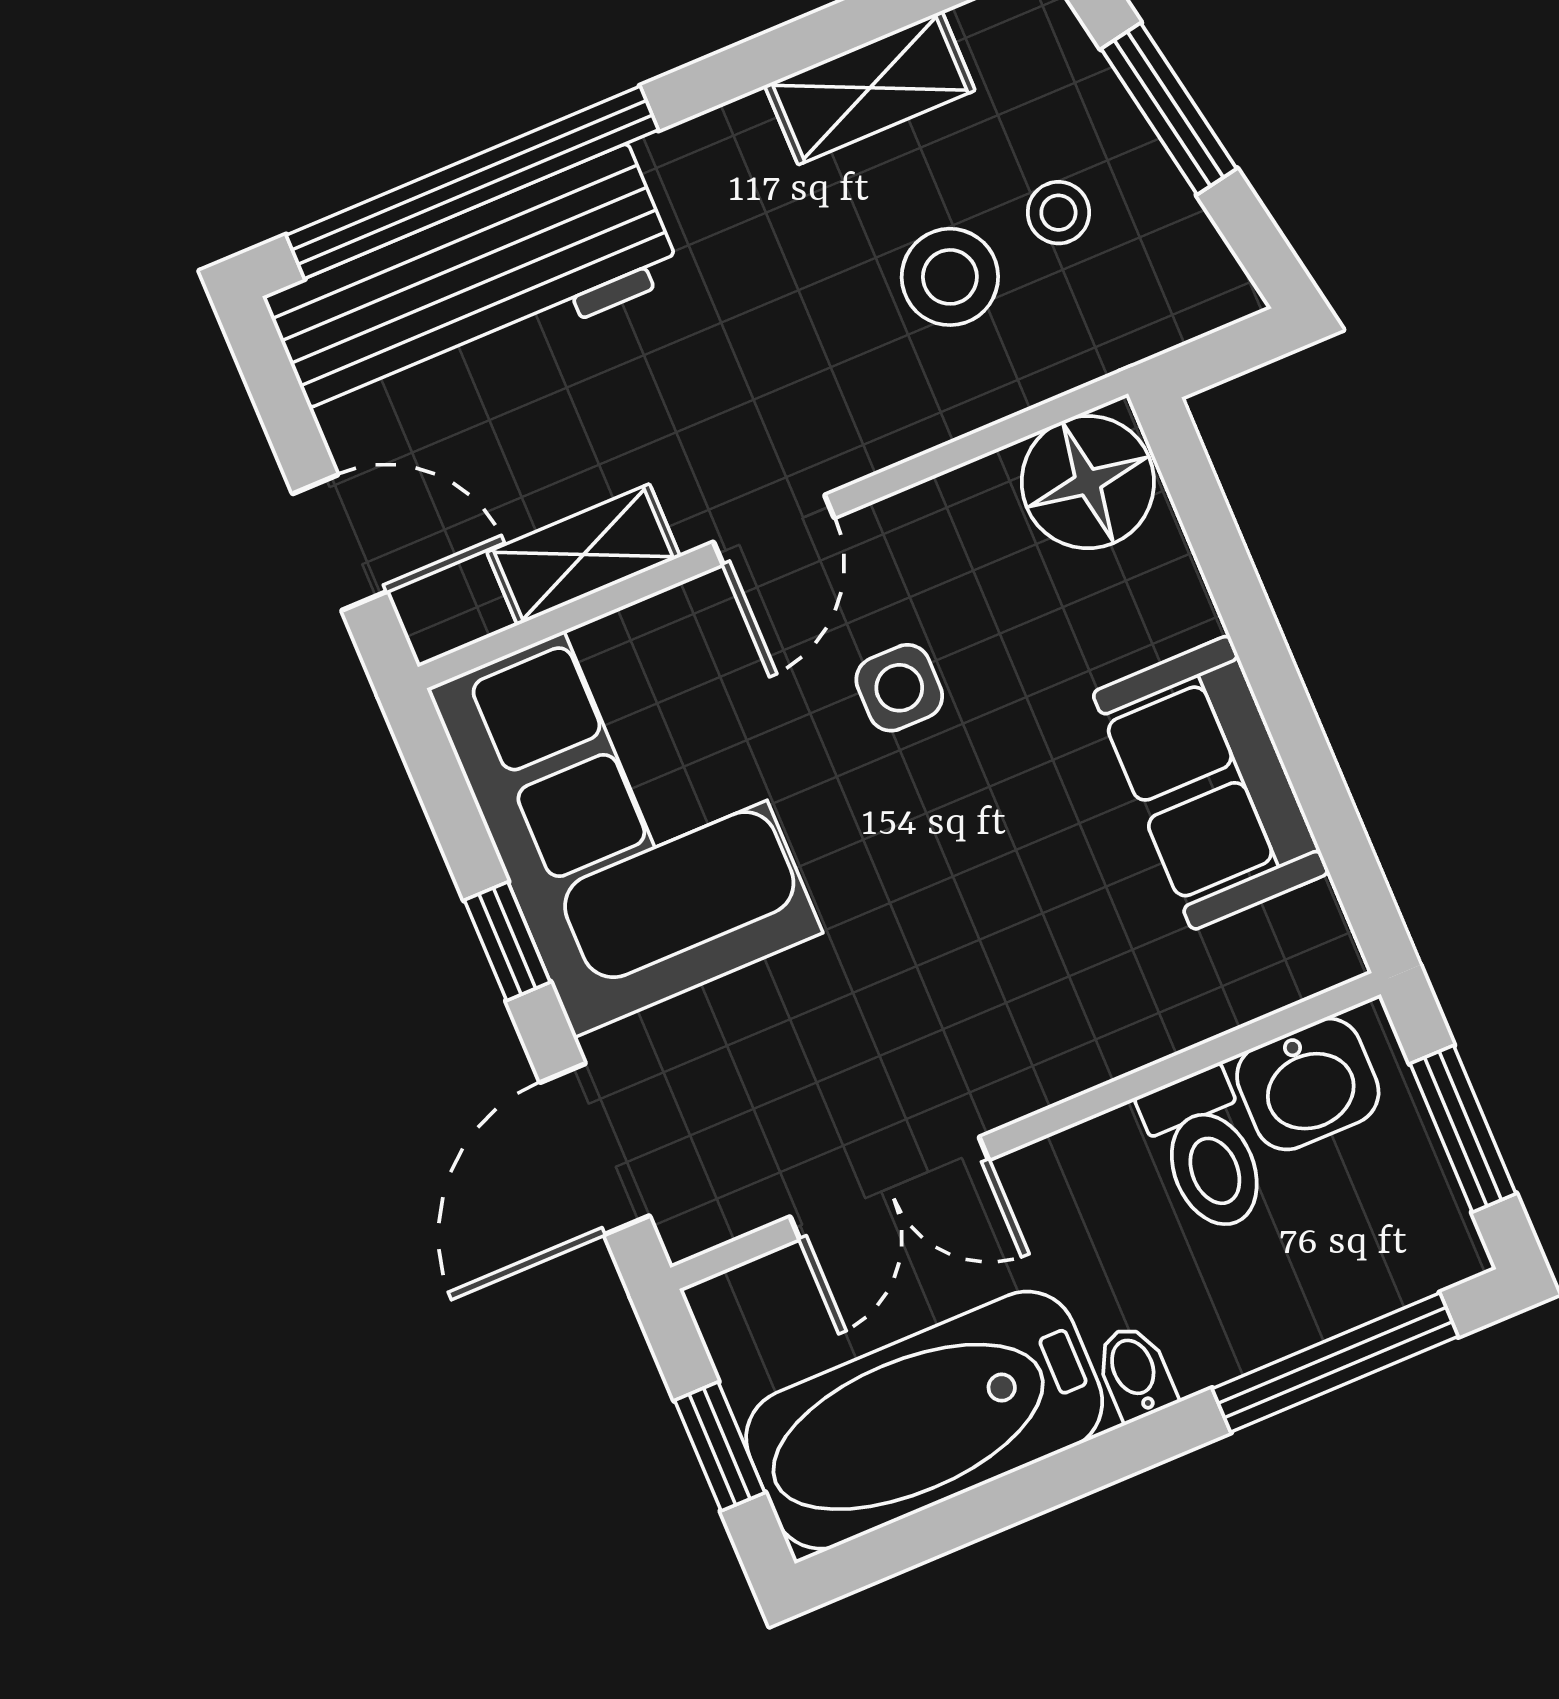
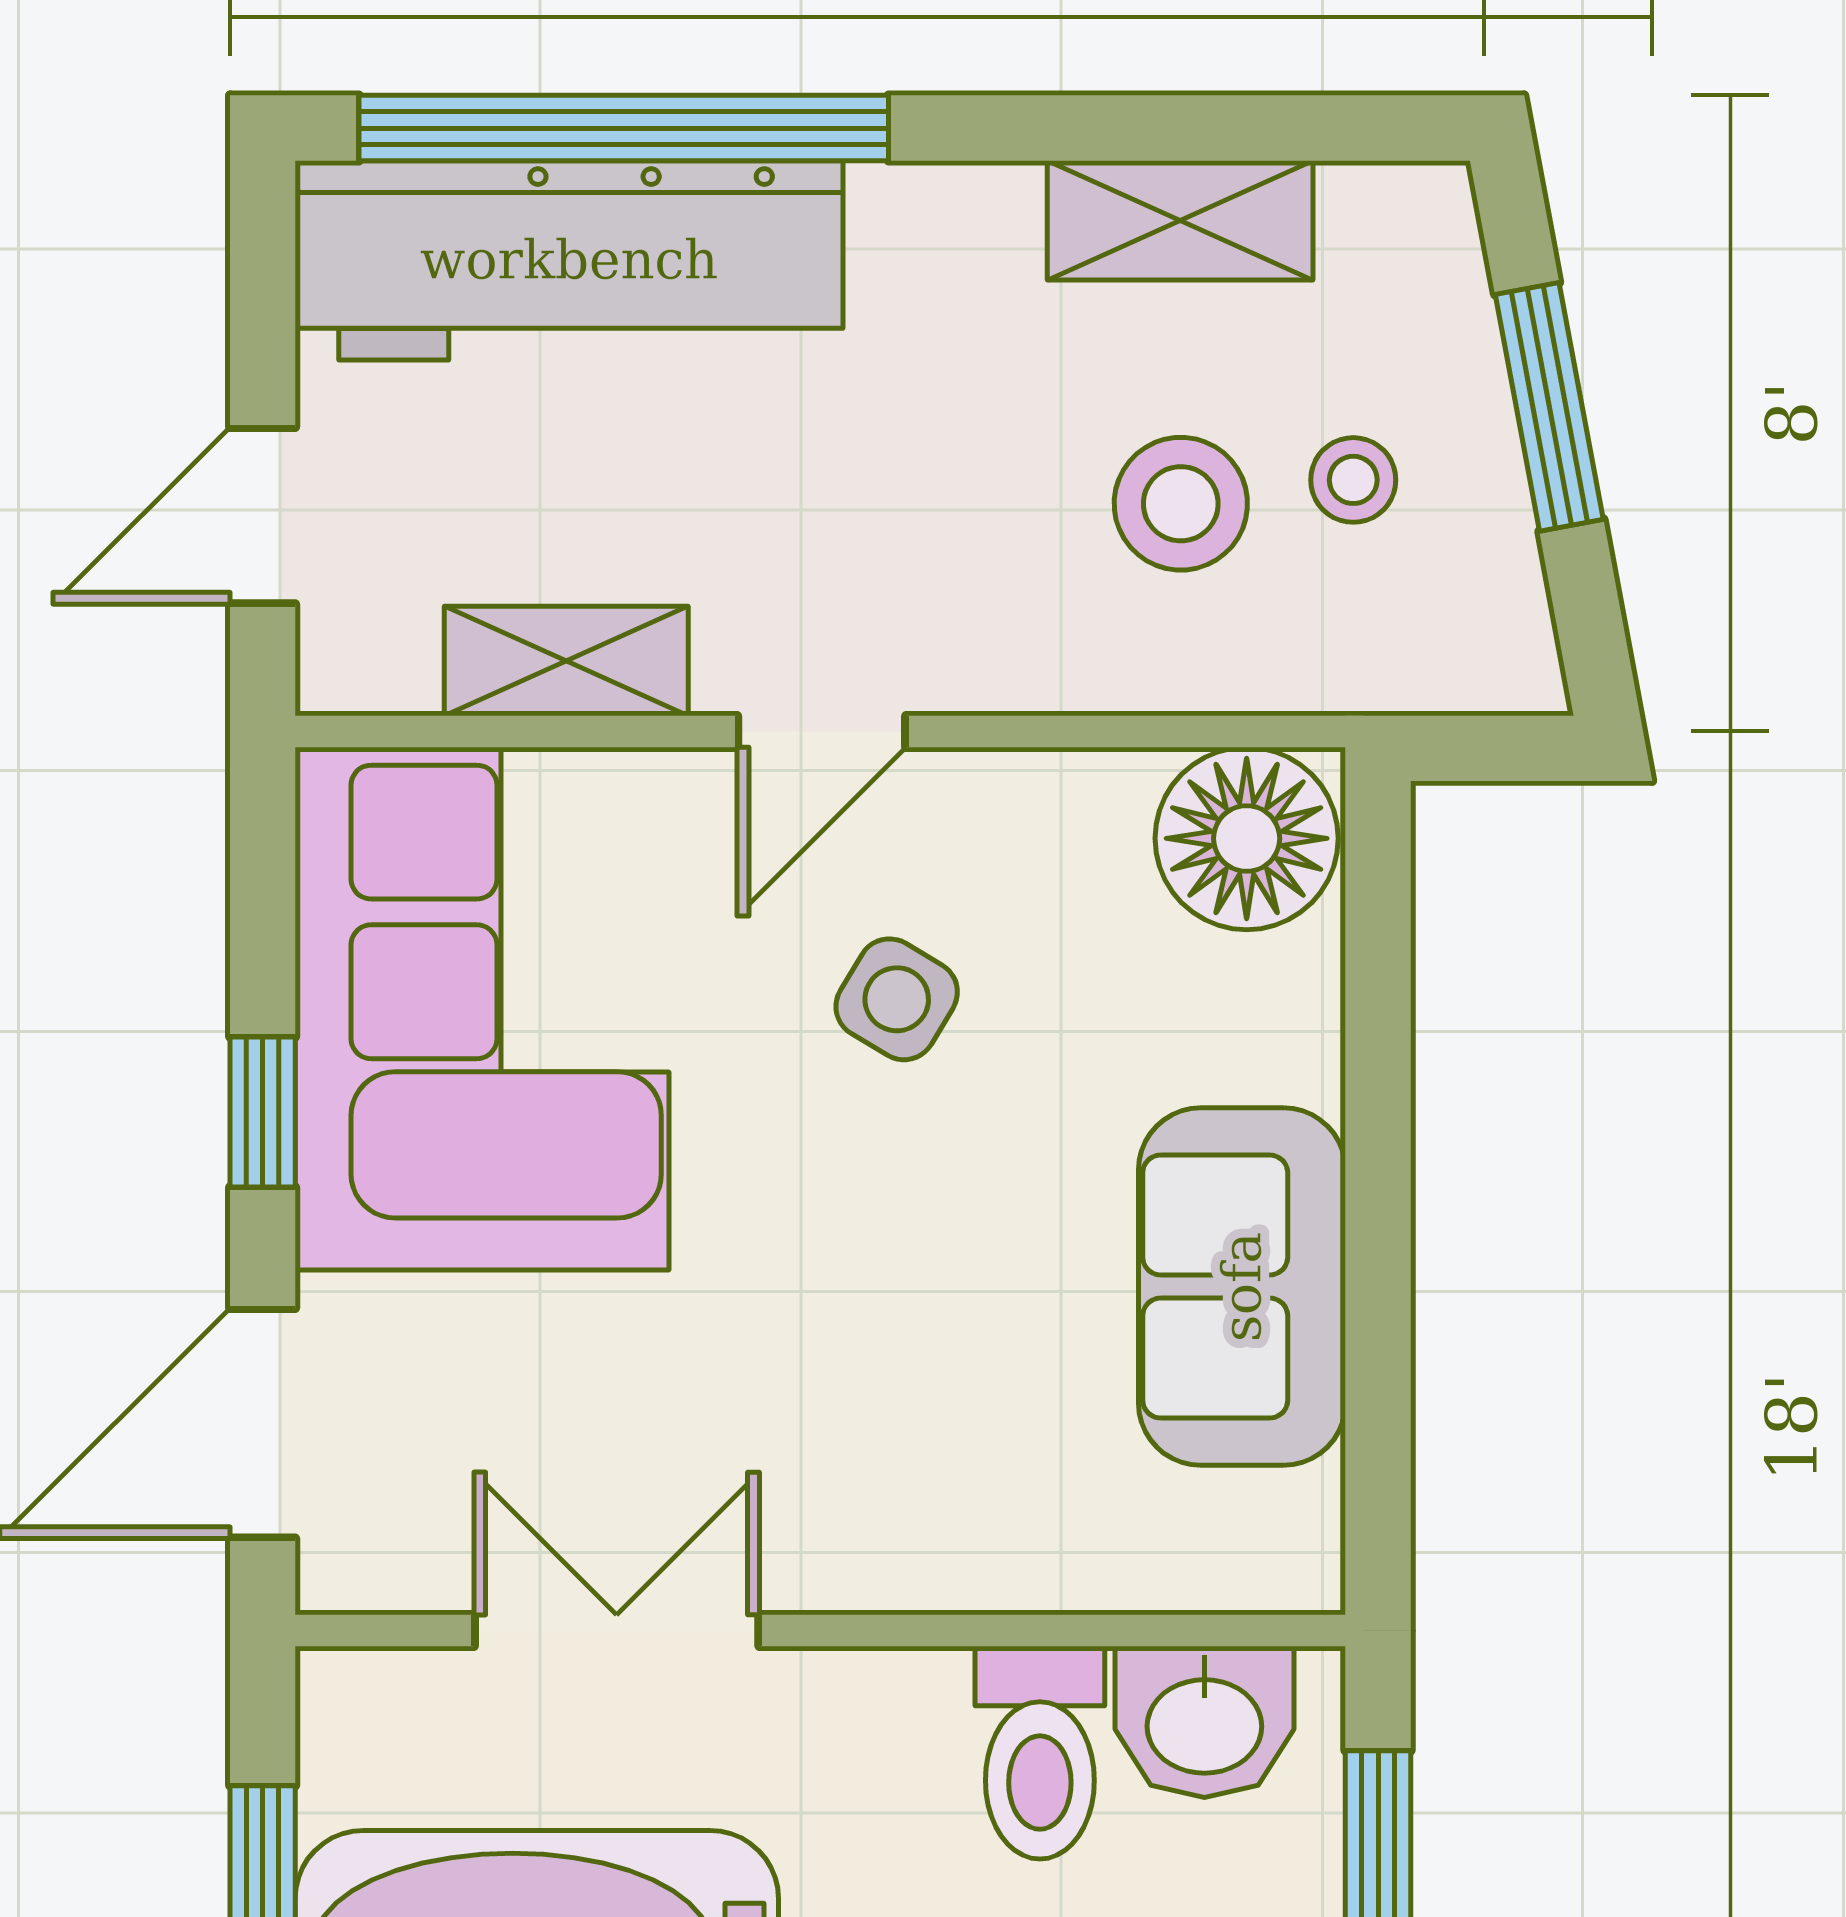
door: (340, 543) -> (263, 516), swing flipped
side table: (899, 688) -> (897, 999), turned 31
double door: (889, 1188) -> (617, 1631), swing flipped

